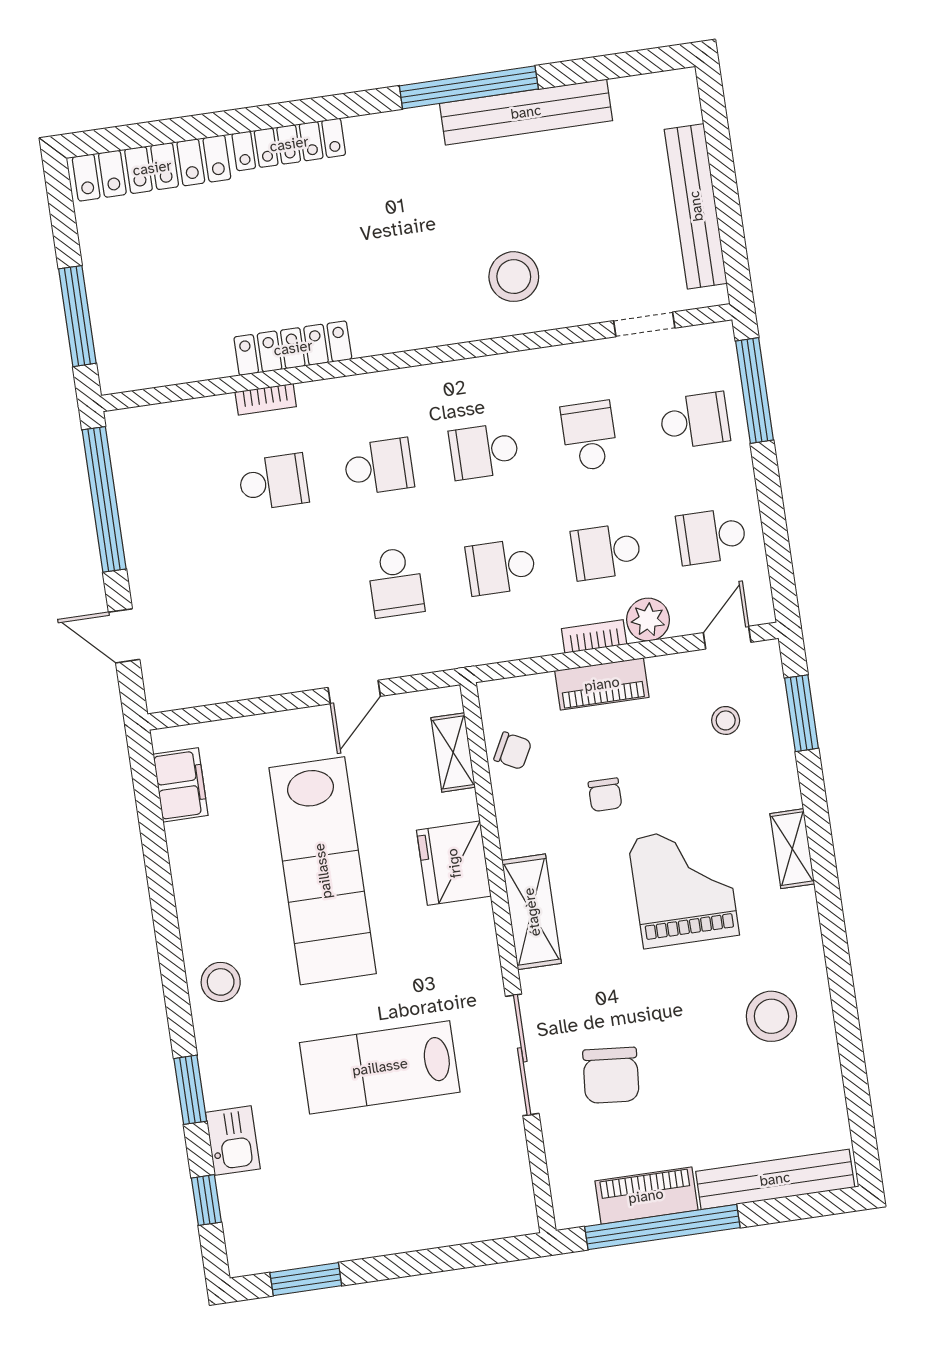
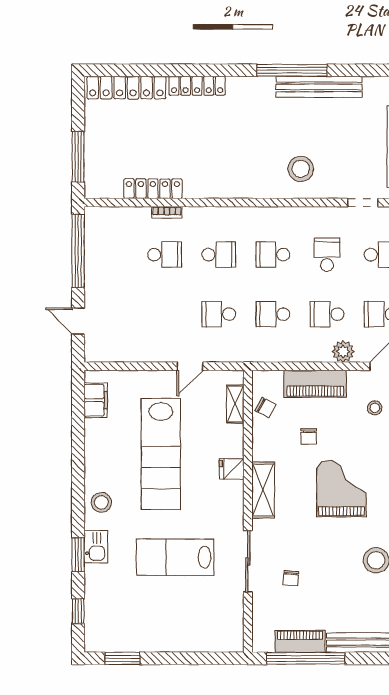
locker: (293, 348) -> (153, 189), moved
school desk: (396, 582) -> (219, 314), turned 90
bookcase: (594, 637) -> (315, 356), removed
piano: (602, 684) -> (315, 384), width x1.37, depth x1.33
fridge: (454, 863) -> (232, 469), width x0.53, depth x0.75
chair: (611, 1075) -> (291, 578), width x0.54, depth x0.54
kitchen sink: (233, 1141) -> (96, 547), moved

